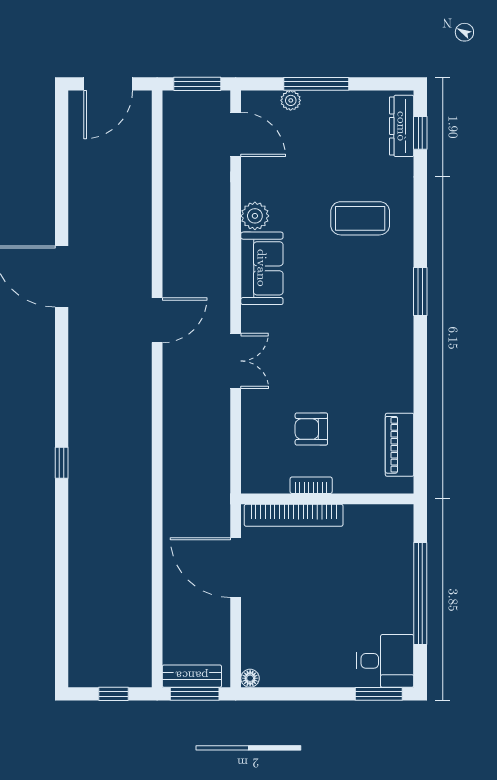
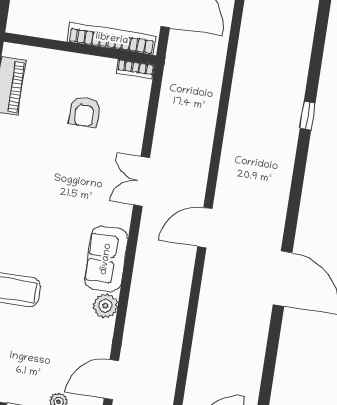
door: (236, 134) -> (111, 380), hinge flipped
armchair: (311, 429) -> (85, 112), turned 90
bookcase: (311, 485) -> (135, 69), moved

